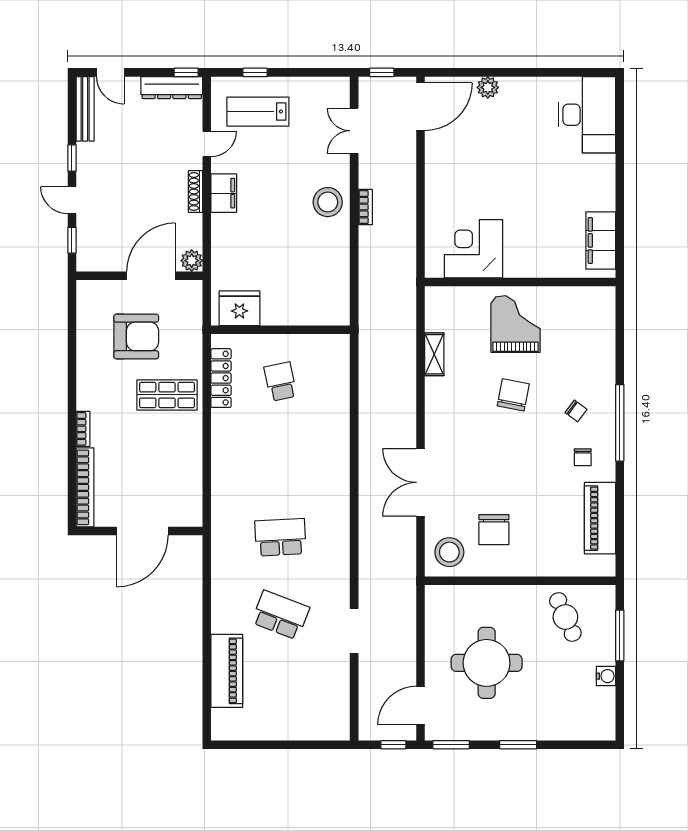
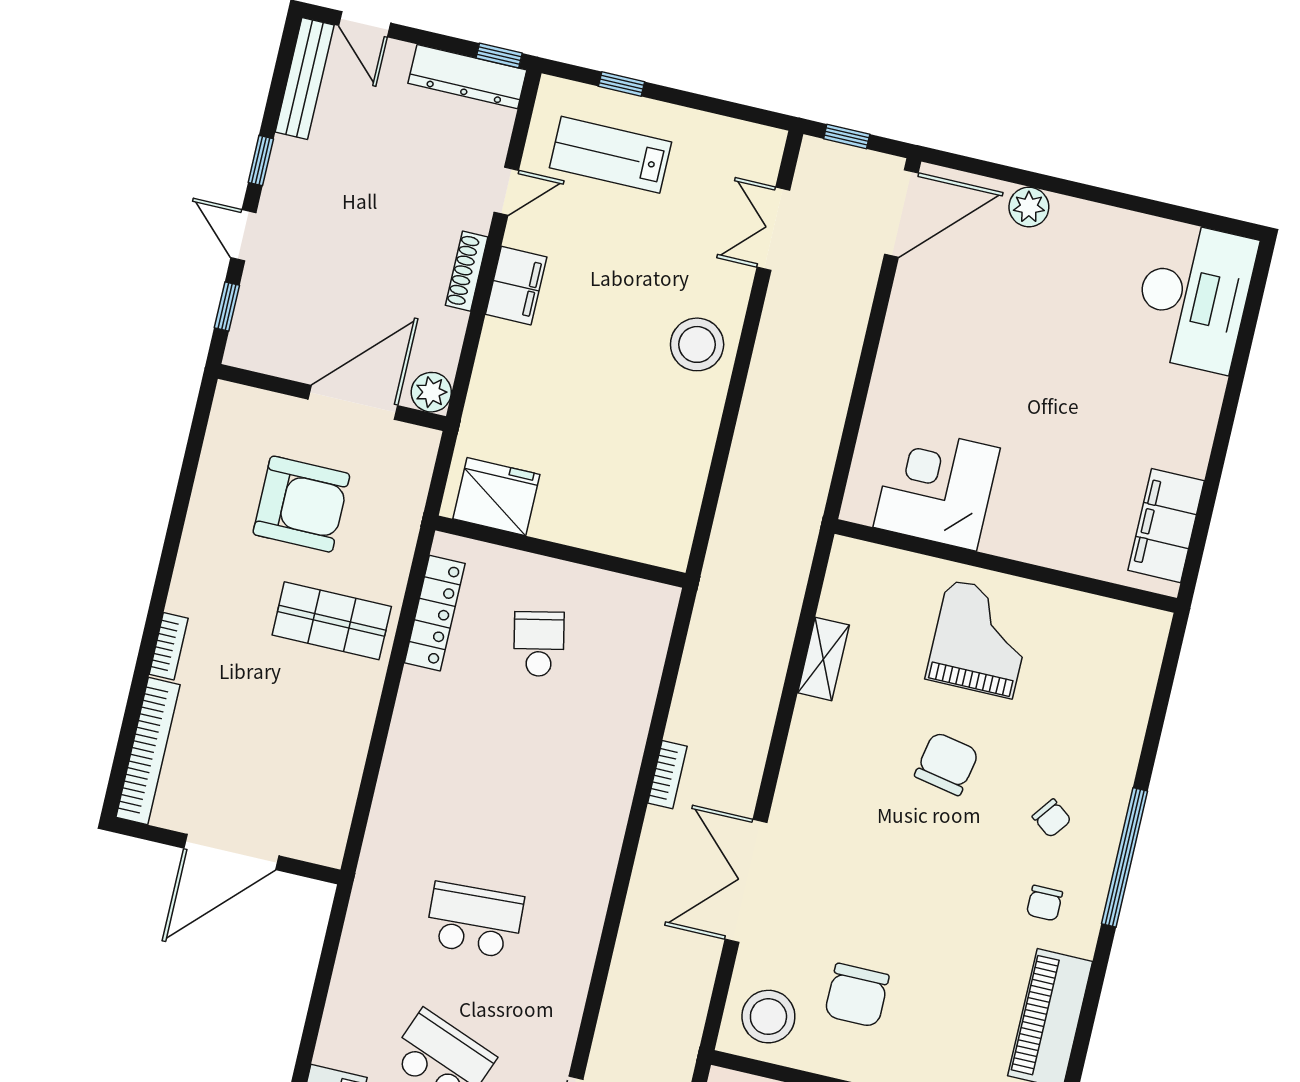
bookcase: (365, 207) -> (667, 775), moved

